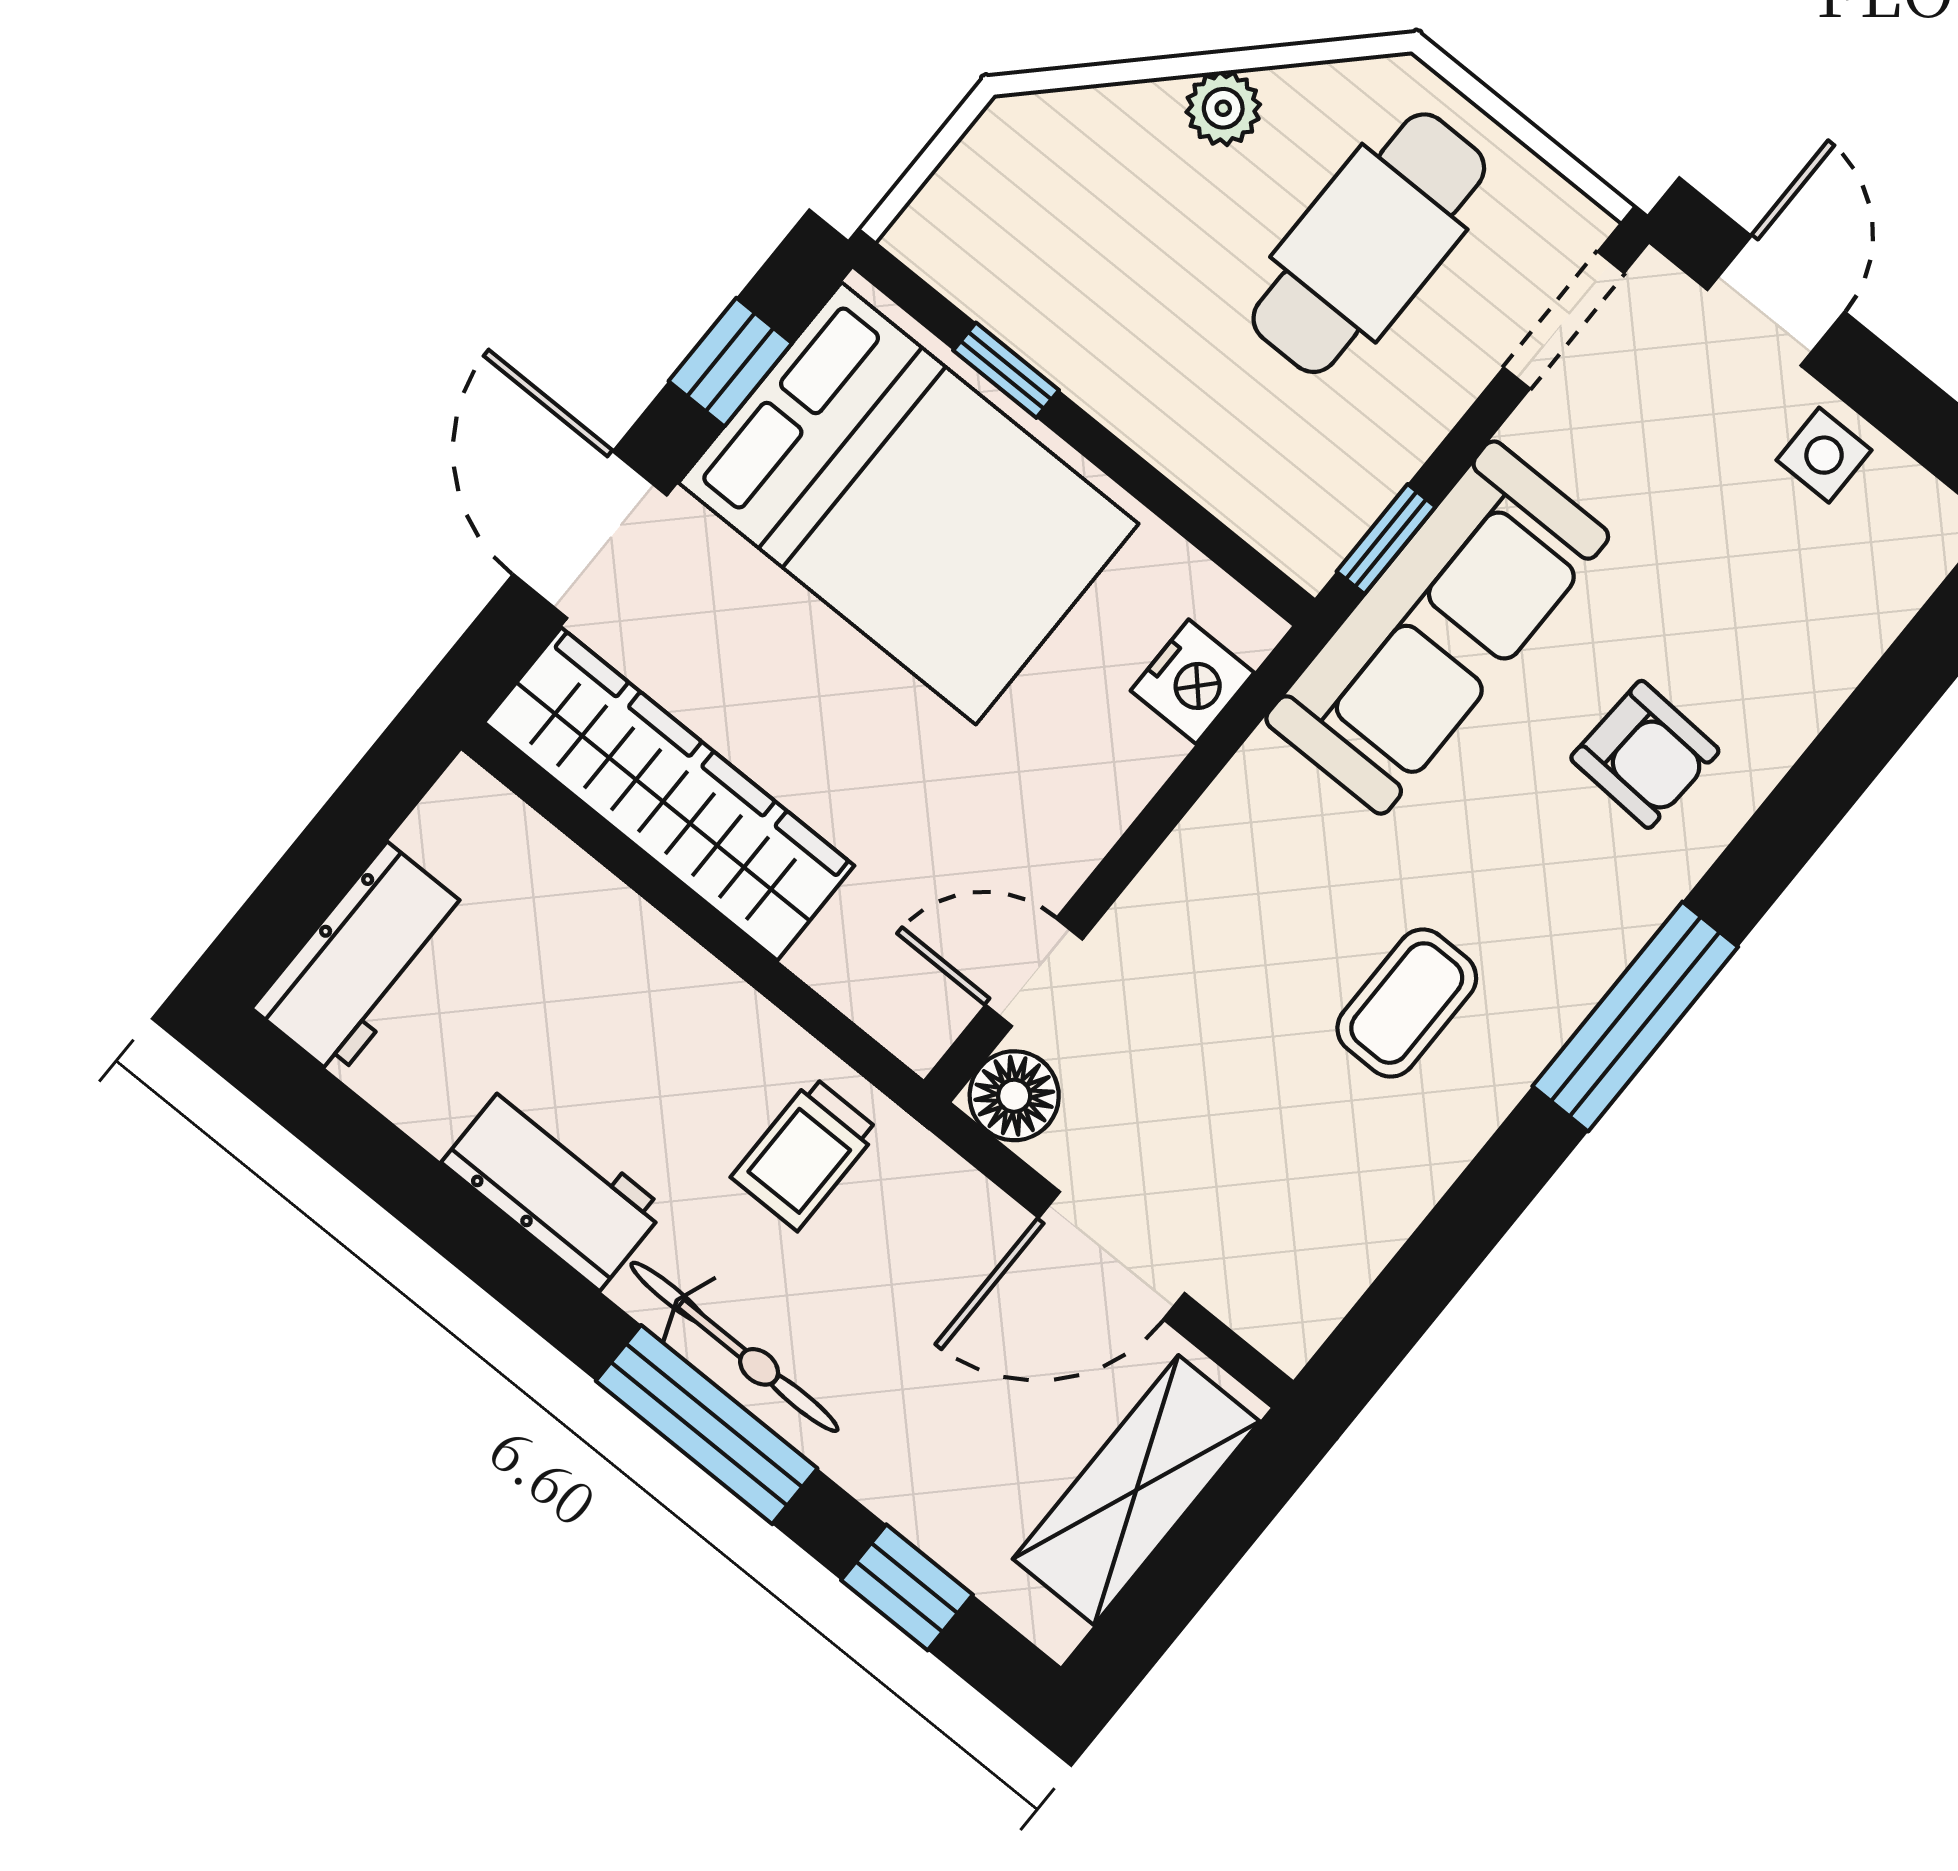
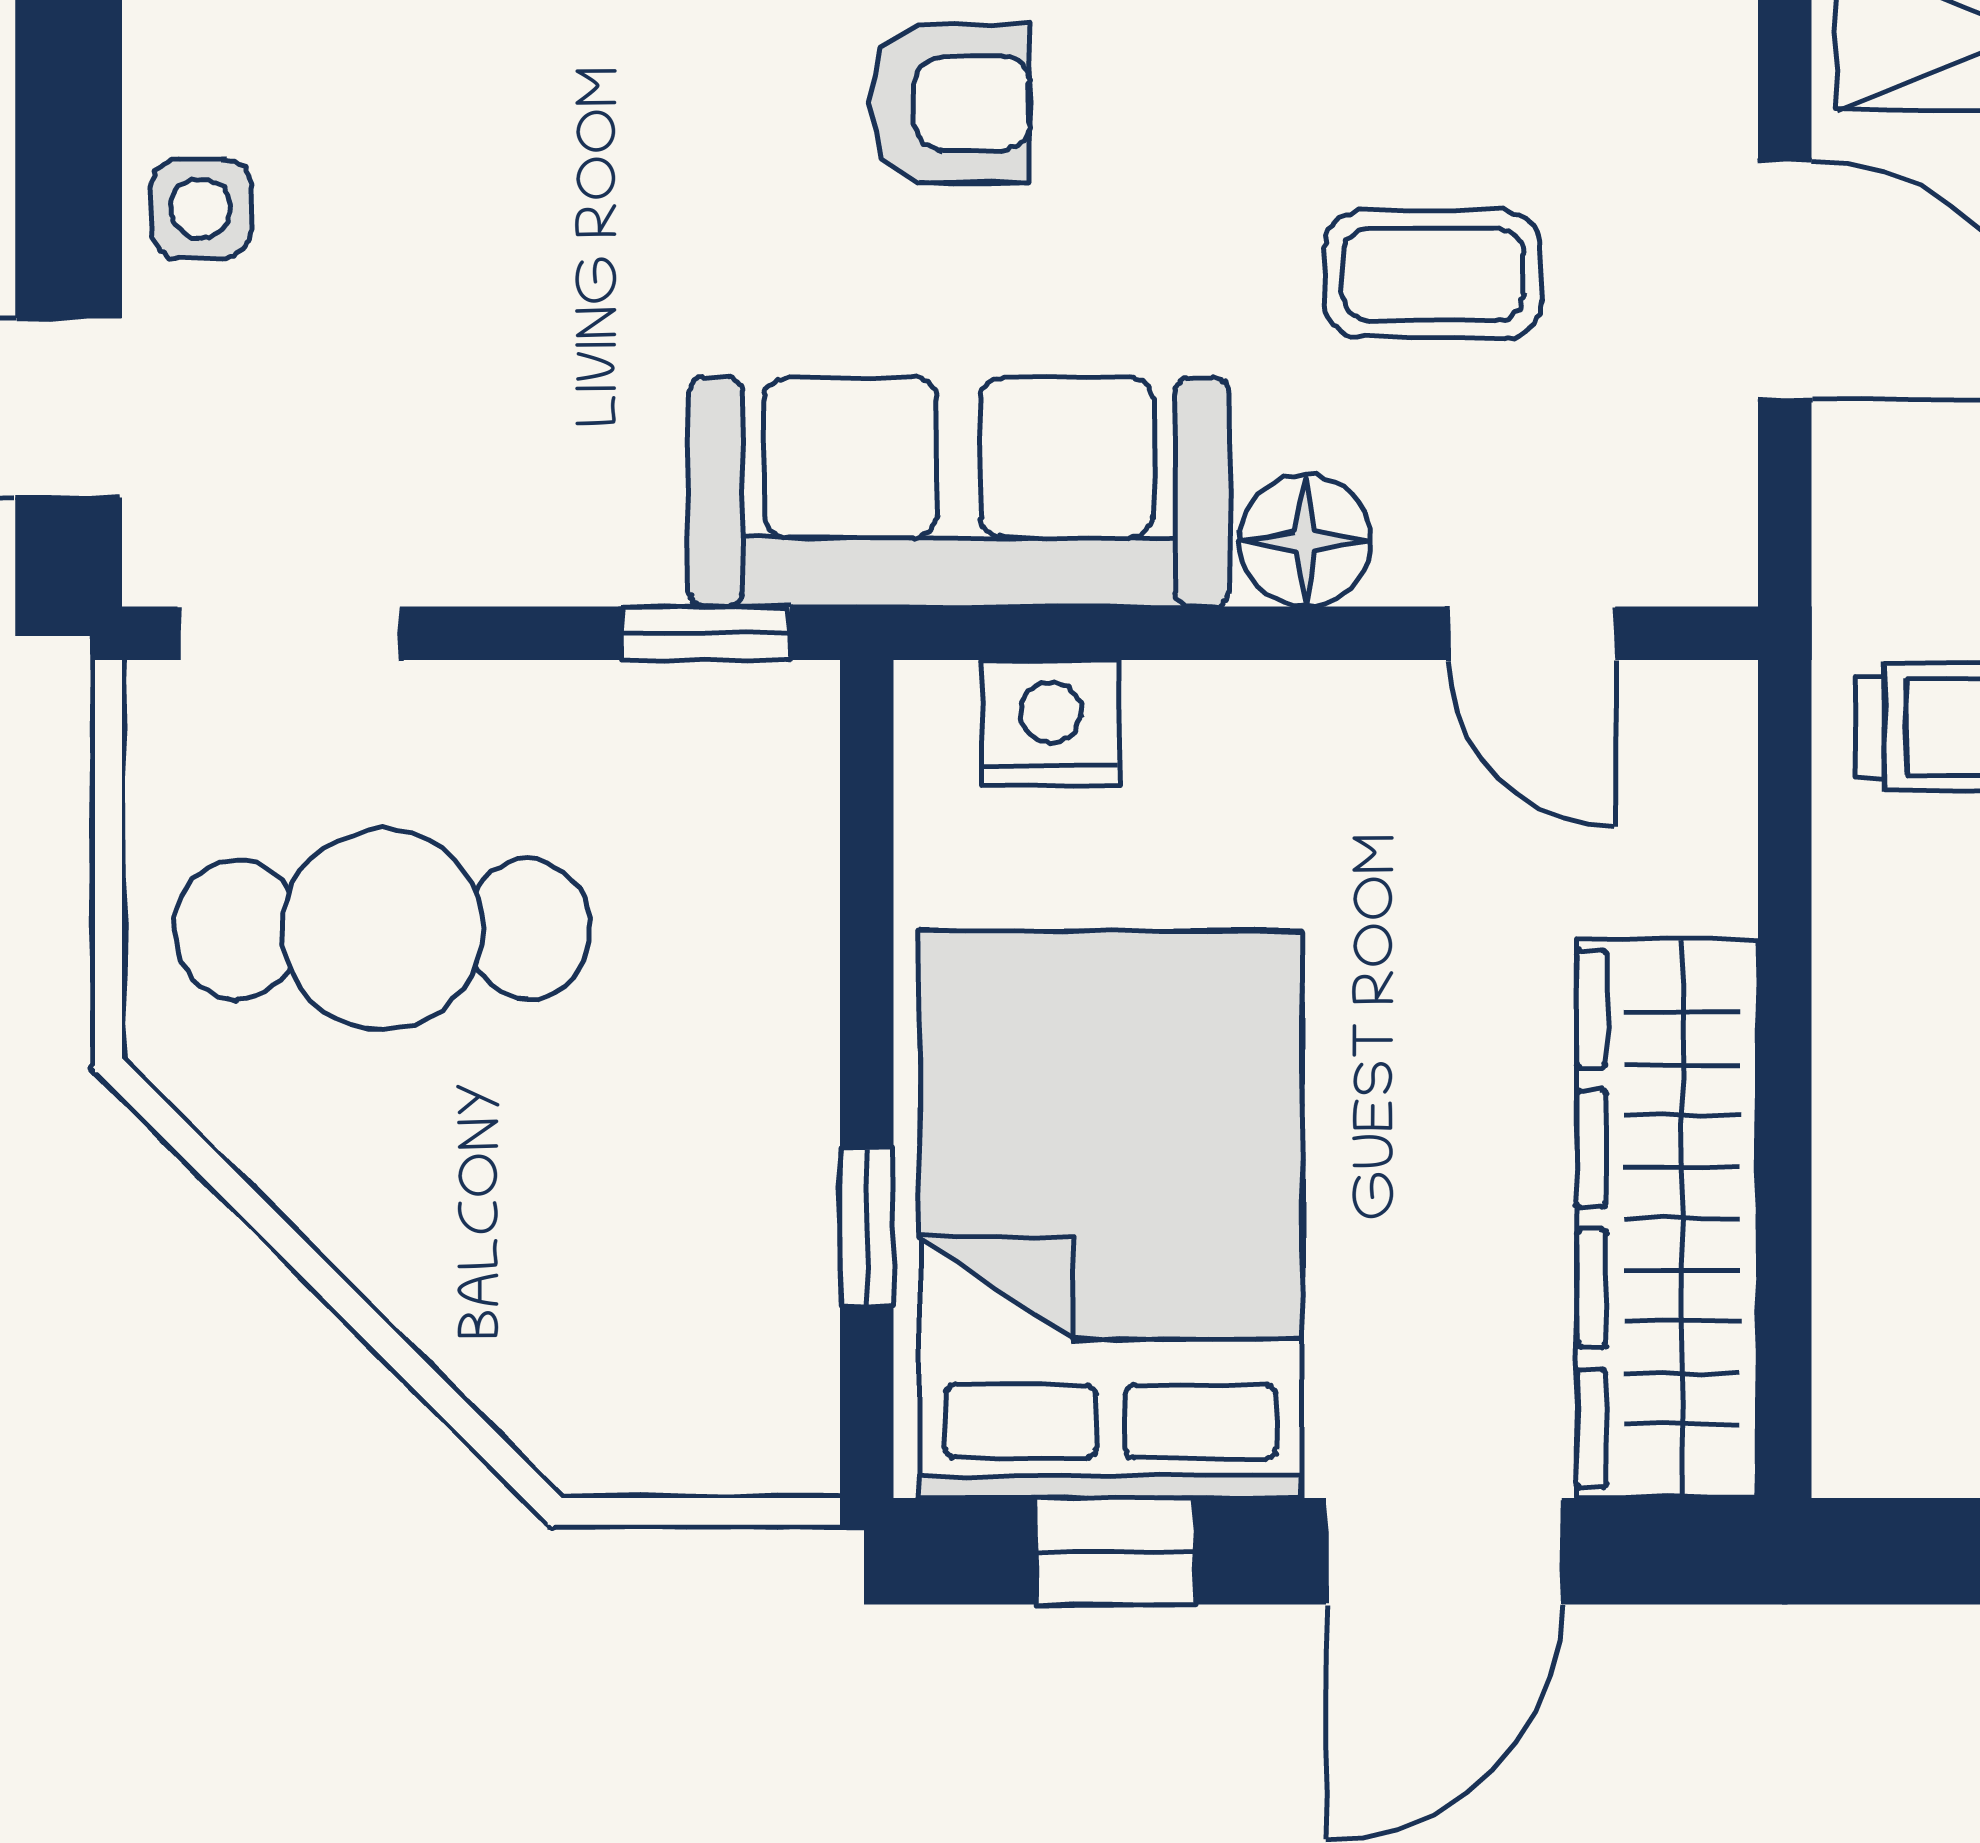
plant: (1223, 108) -> (363, 1222), removed
sofa: (1437, 628) -> (959, 492), moved
armchair: (1645, 754) -> (950, 103), moved, turned 87
coffee table: (1407, 1003) -> (1433, 274), moved
floor lamp: (1014, 1096) -> (1305, 541), moved

